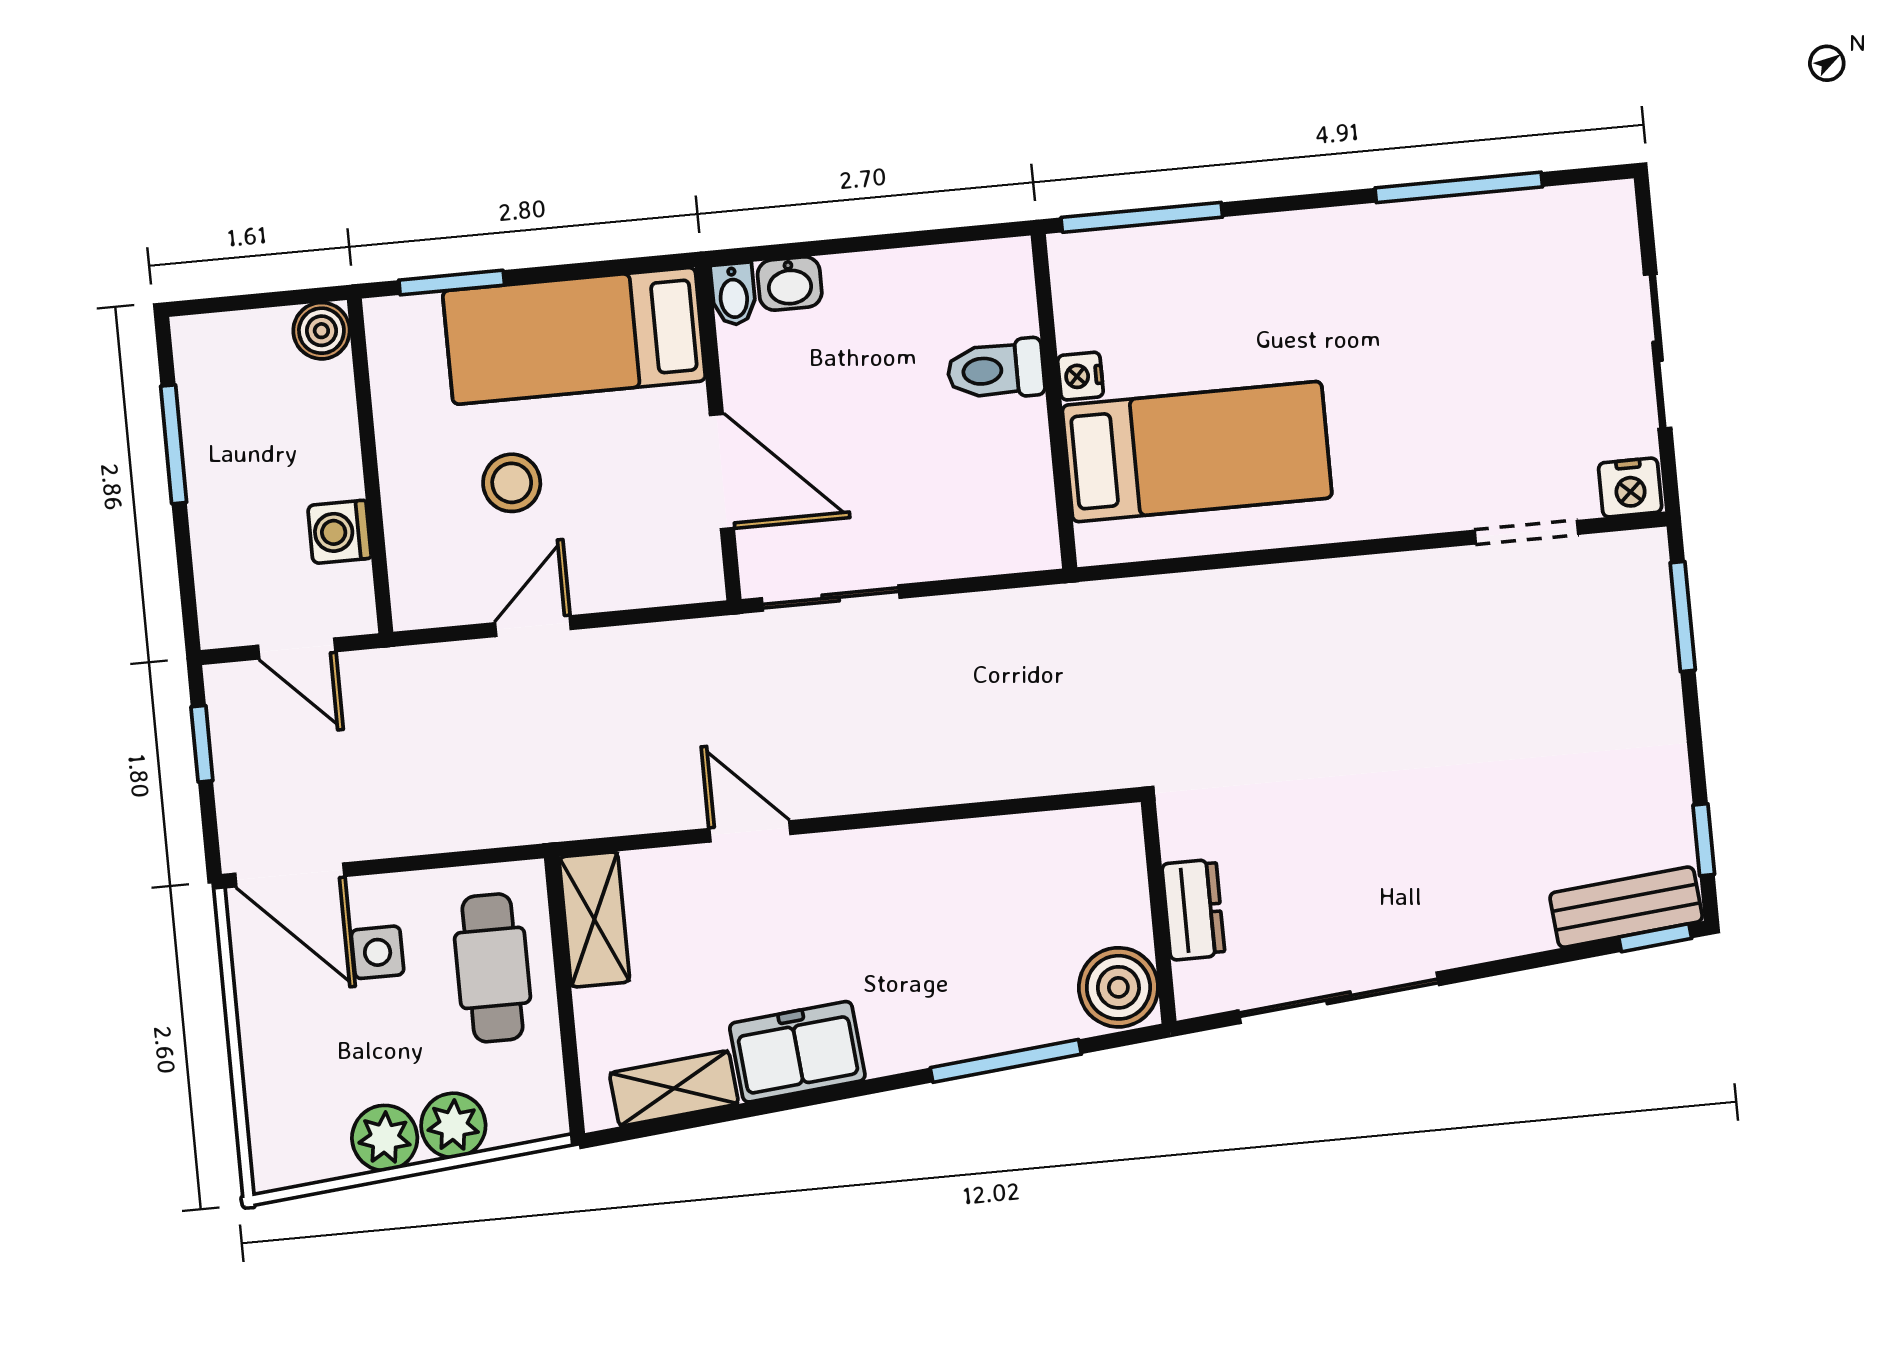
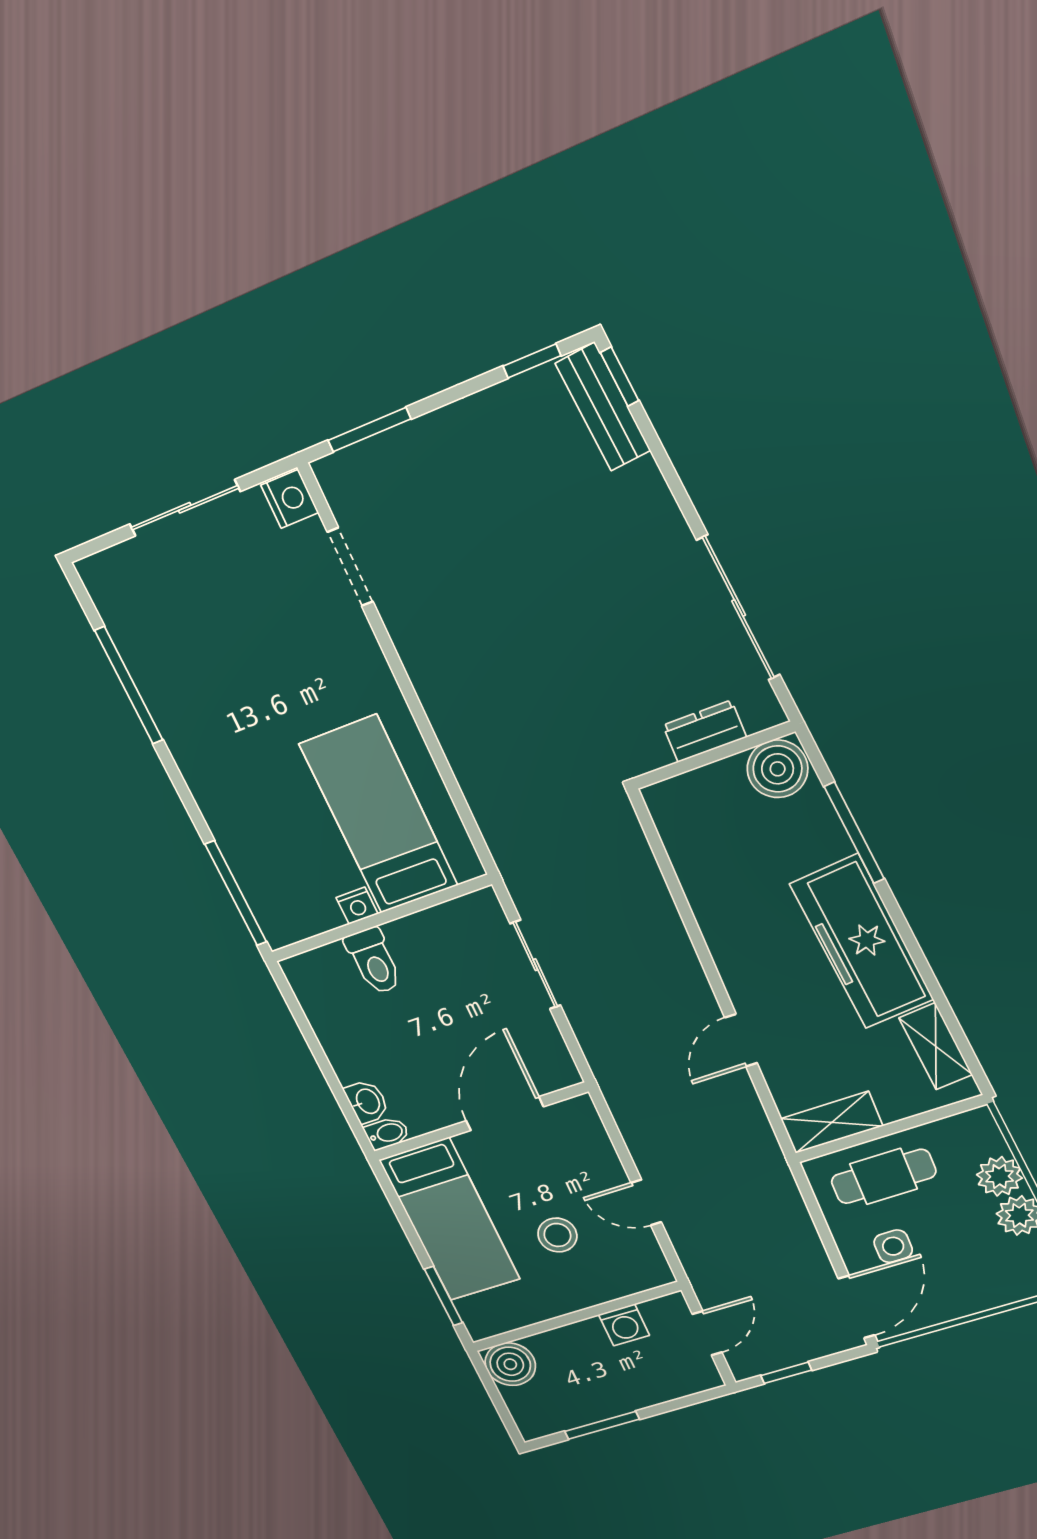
boiler: (321, 331) -> (510, 1364), width x1.36, depth x1.36
sliding door: (831, 598) -> (535, 965), moved
freezer: (797, 1052) -> (862, 942), width x1.91, depth x1.26

